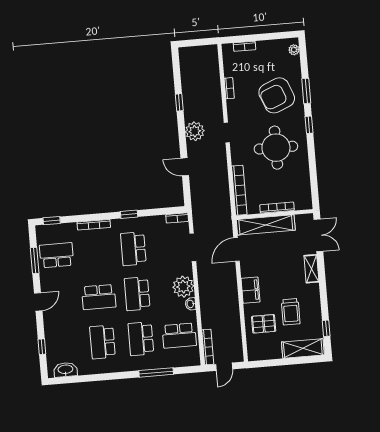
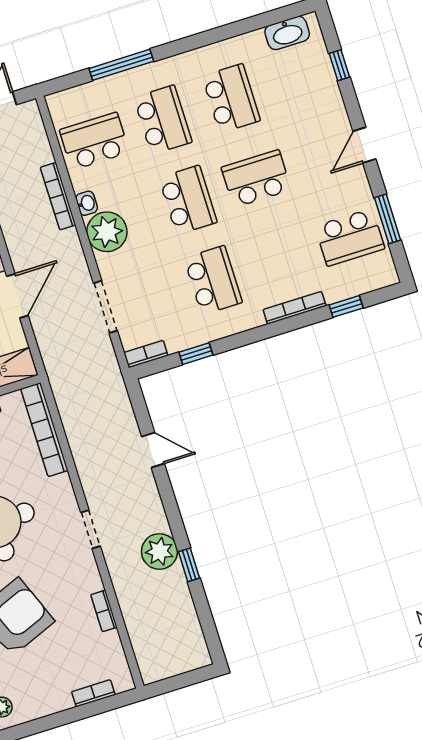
plant: (195, 131) -> (159, 551), moved
window: (129, 214) -> (196, 354), moved
window: (52, 221) -> (346, 306), moved
door: (237, 250) -> (17, 296), moved
bookcase: (208, 347) -> (58, 196), moved

